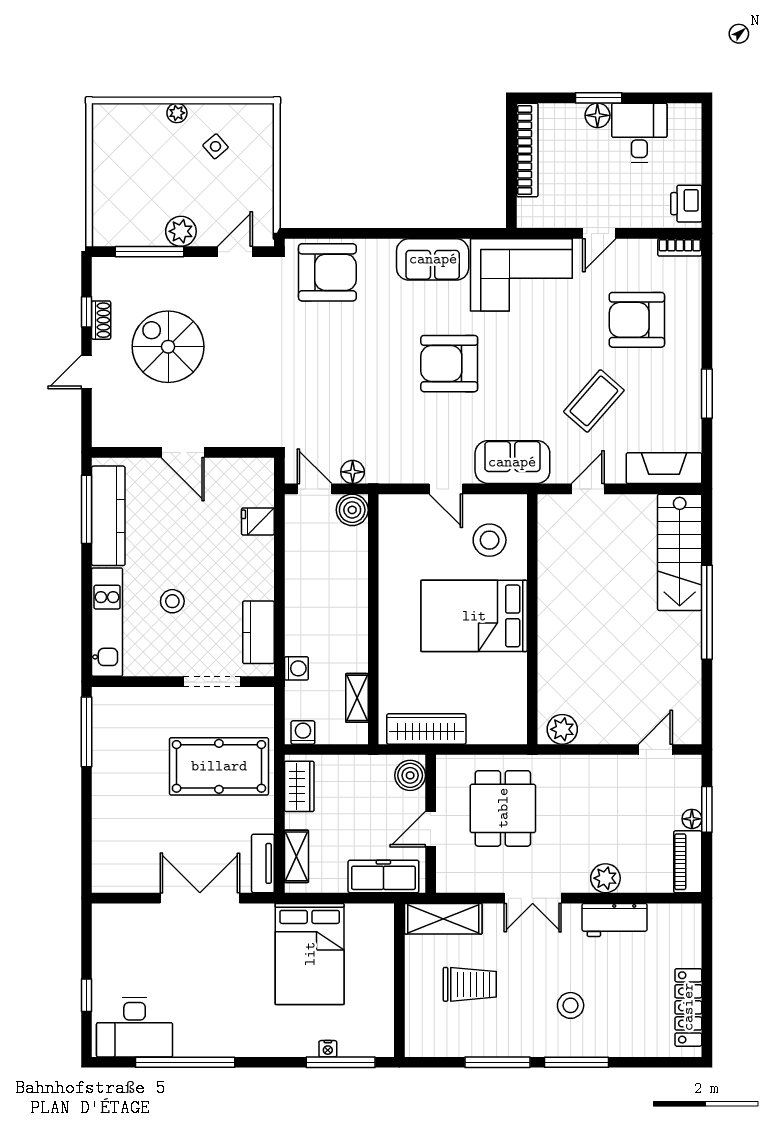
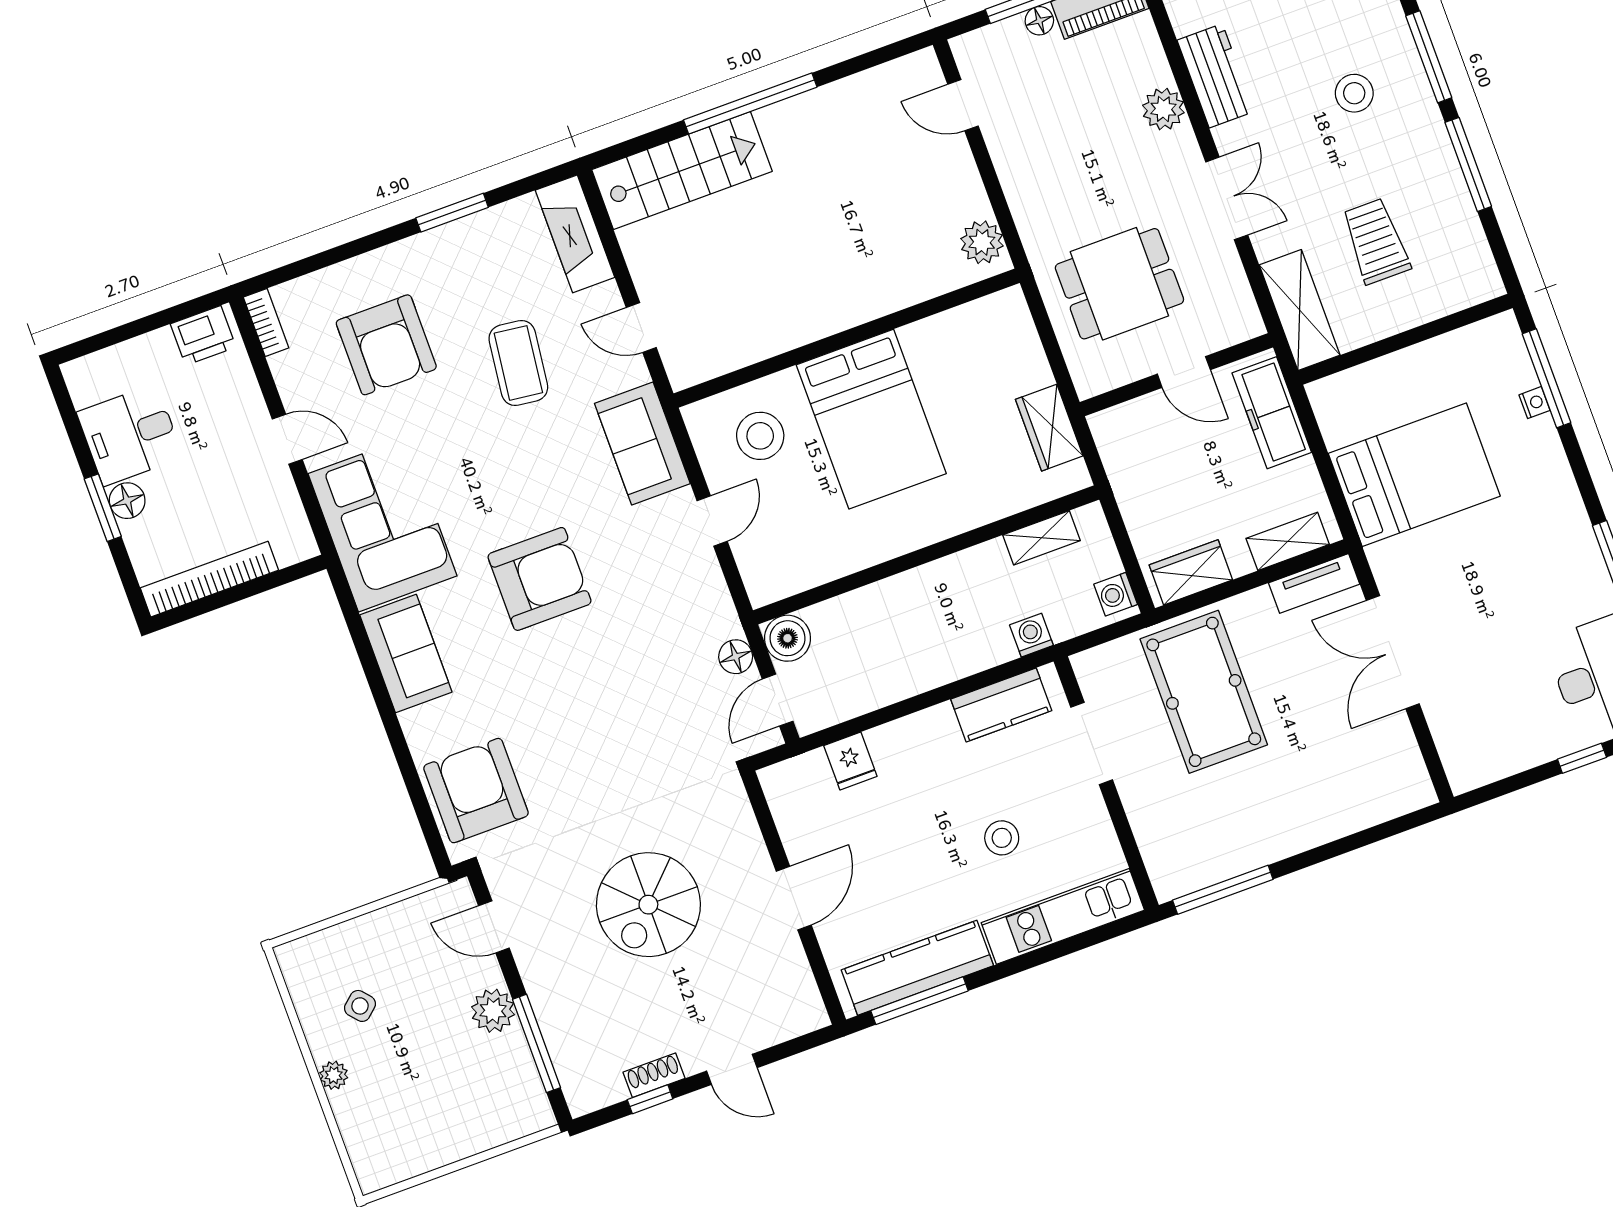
spiral stairs: (168, 347) -> (648, 905), moved
armchair: (449, 364) -> (540, 579), turned -90
coffee table: (594, 401) -> (518, 363), turned 56
wardrobe: (426, 729) -> (1049, 428), width x0.67
boiler: (410, 775) -> (1121, 427), removed

